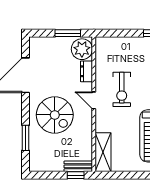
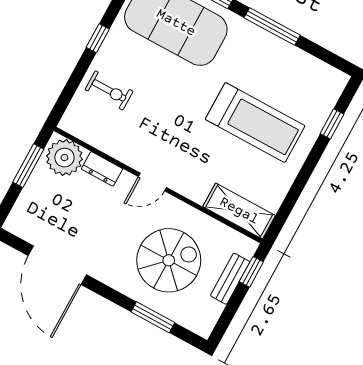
exercise bike: (122, 89) -> (109, 90), moved, width x0.73, depth x0.72
spiral stairs: (55, 115) -> (169, 260), moved
bench: (78, 166) -> (230, 279), moved

